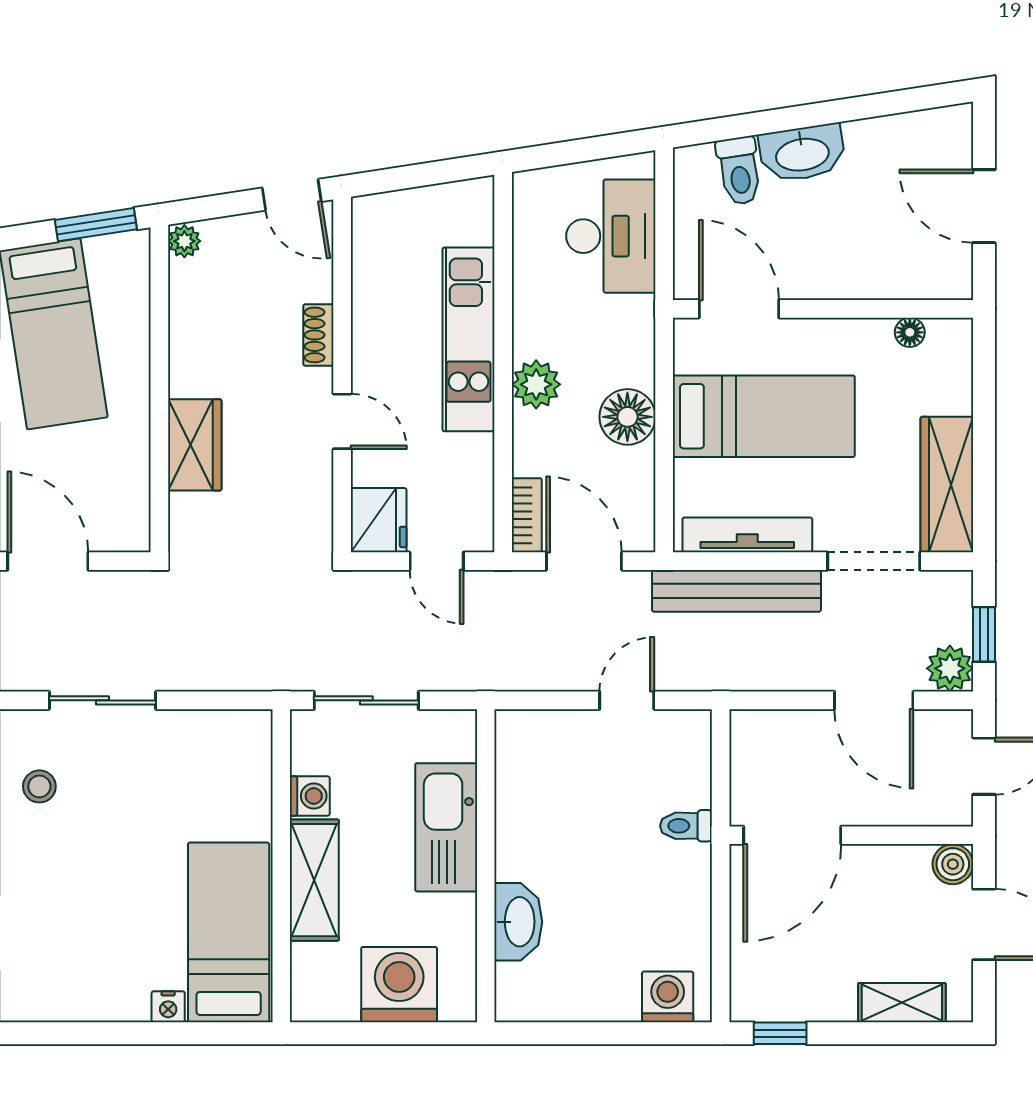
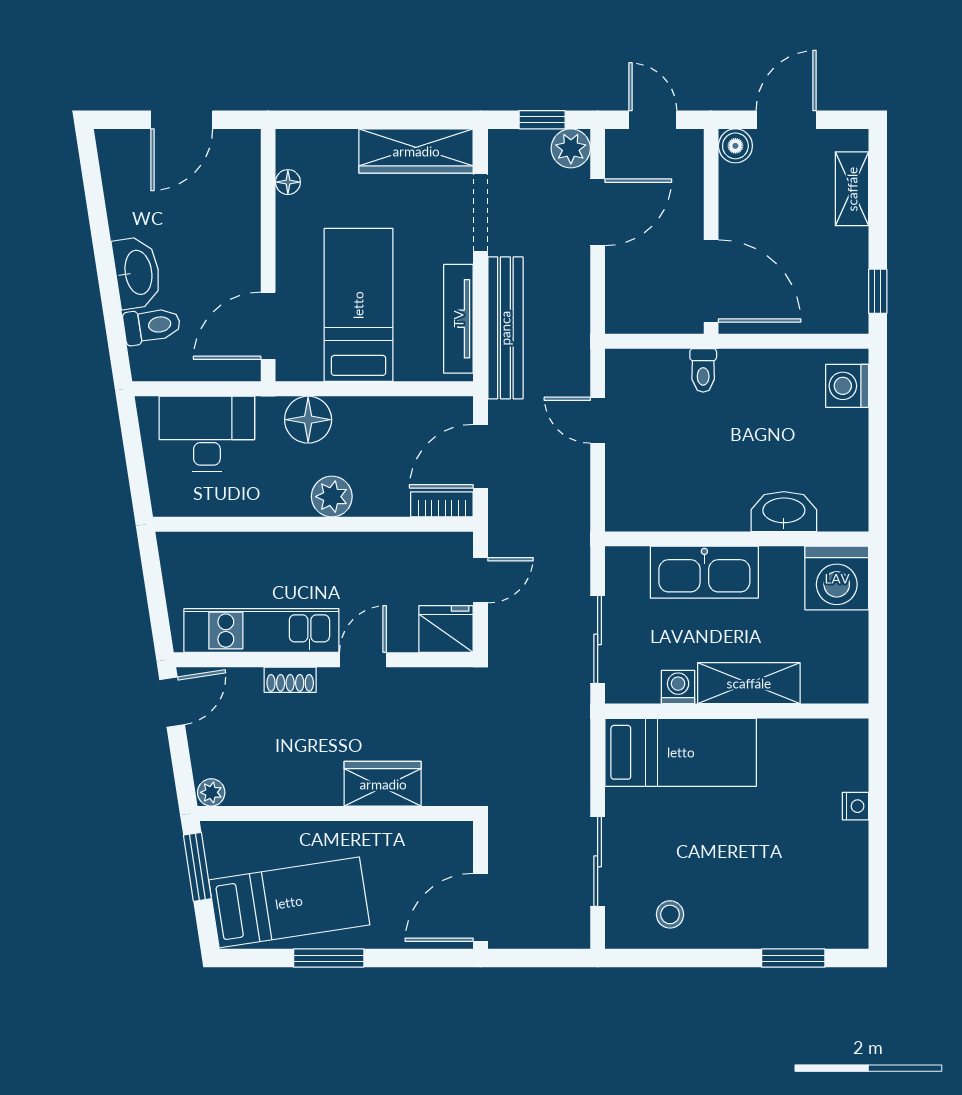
kitchen unit: (469, 339) -> (261, 631), moved, turned 180
floor lamp: (627, 417) -> (308, 420), moved
bed: (229, 932) -> (681, 752), moved, turned 180
washing machine: (399, 985) -> (837, 578), moved, turned -90

